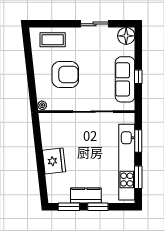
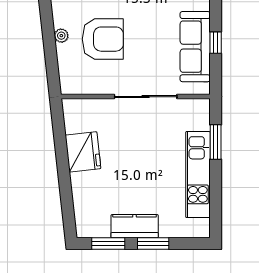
plant: (42, 105) -> (61, 36), moved
fridge: (54, 161) -> (83, 152), moved
kitchen unit: (127, 162) -> (198, 175), width x0.73
window: (138, 177) -> (216, 198), removed

